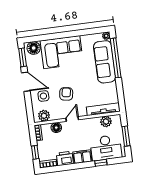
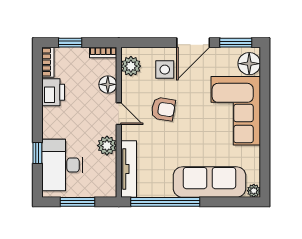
window: (116, 58) -> (165, 202), moved
plant: (106, 122) -> (107, 146), moved
filing cabinet: (82, 157) -> (52, 123), removed

